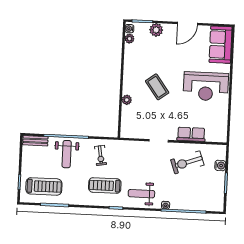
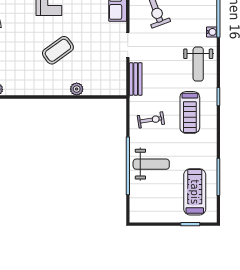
bench: (35, 141) -> (136, 79), moved

